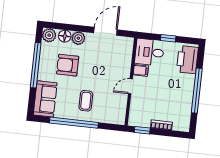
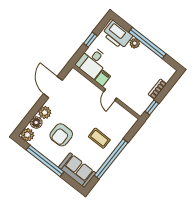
plant: (190, 80) -> (135, 43), added

